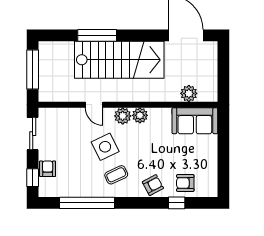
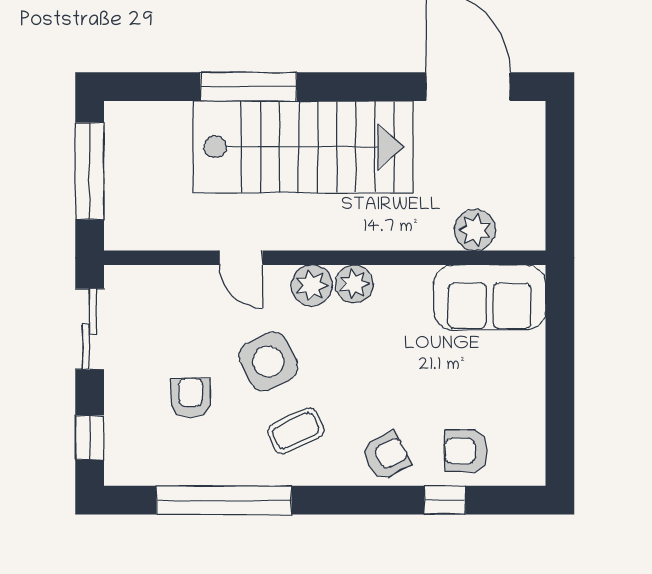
armchair: (48, 169) -> (191, 398), moved

